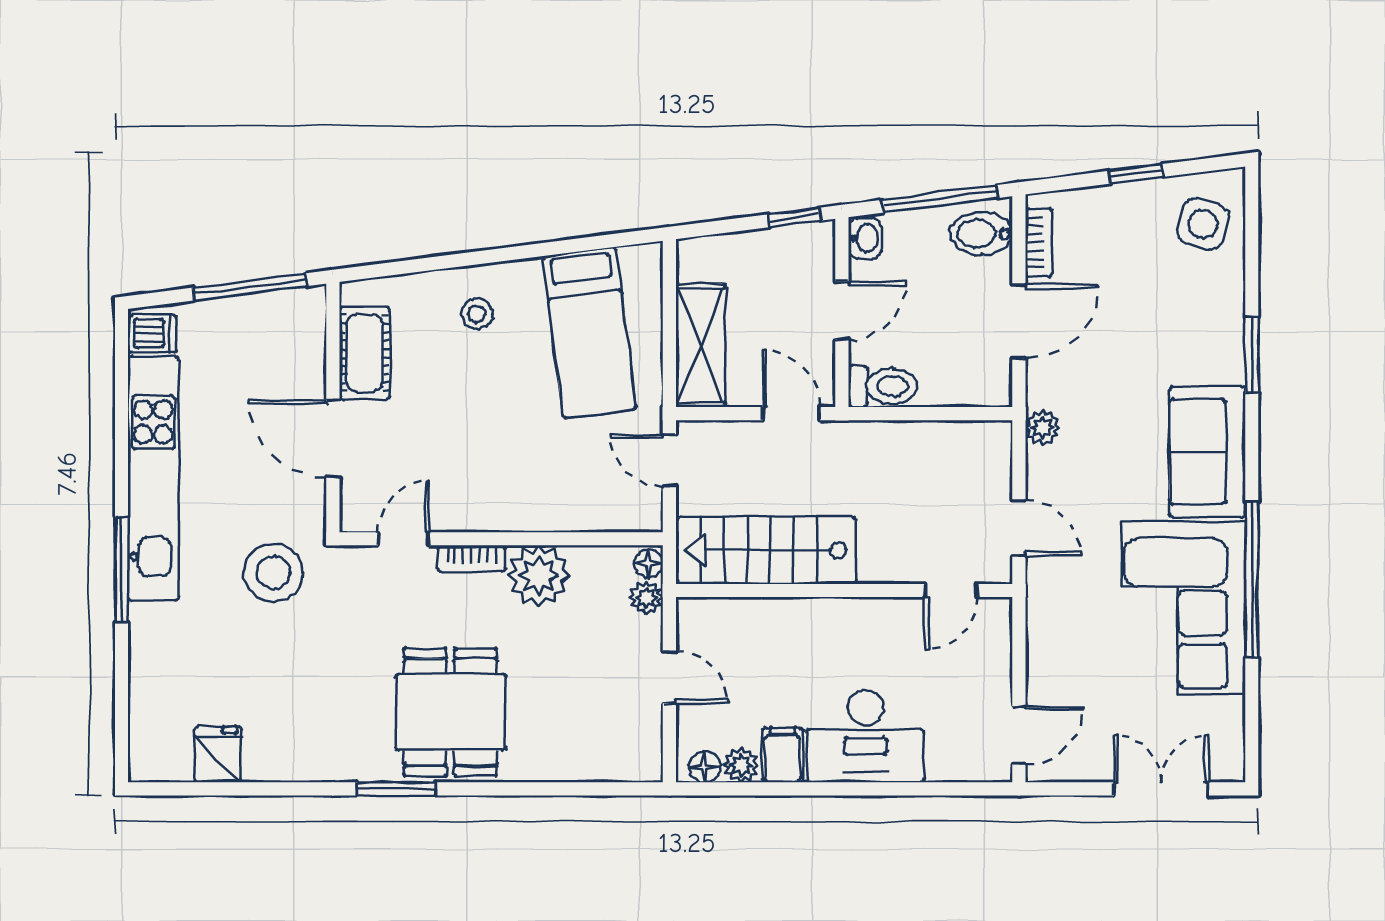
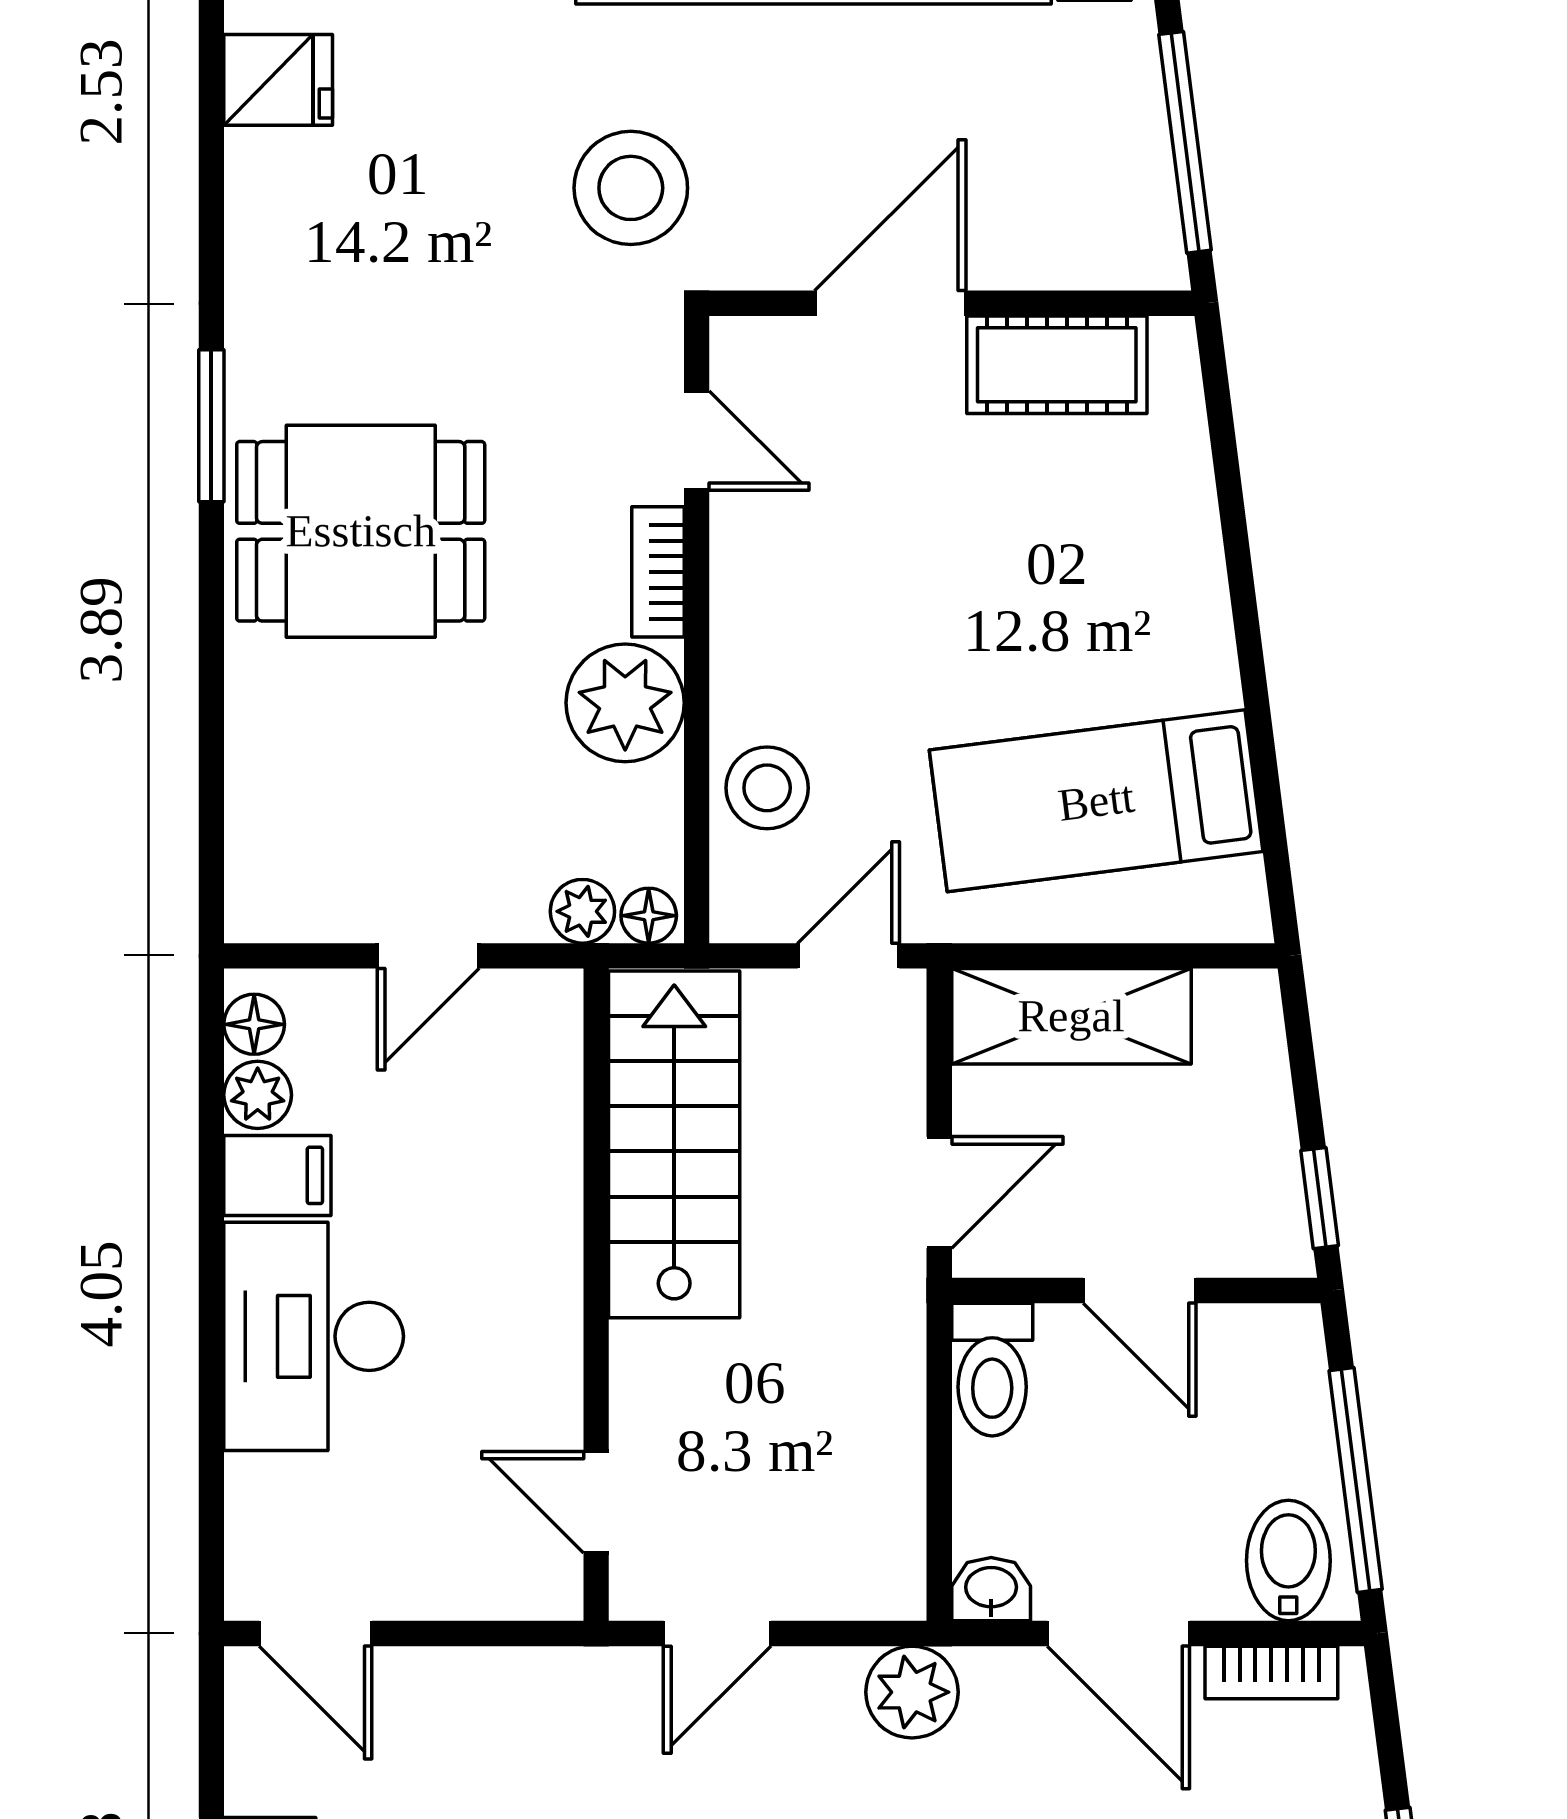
washbasin: (865, 238) -> (991, 1589), moved, turned 180
stool: (477, 314) -> (767, 788), moved, width x1.37, depth x1.37
plant: (1043, 428) -> (912, 1692), width x1.38, depth x1.38

